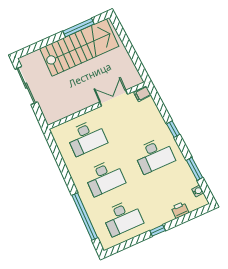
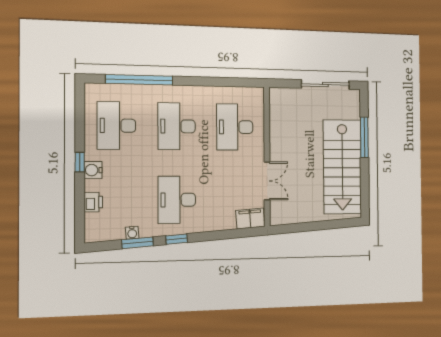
window: (78, 28) -> (364, 137), moved
filing cabinet: (142, 94) -> (250, 218), width x2.00
window: (173, 129) -> (177, 239), moved
water cooler: (198, 191) -> (132, 233), moved
water cooler: (159, 220) -> (93, 170), added

